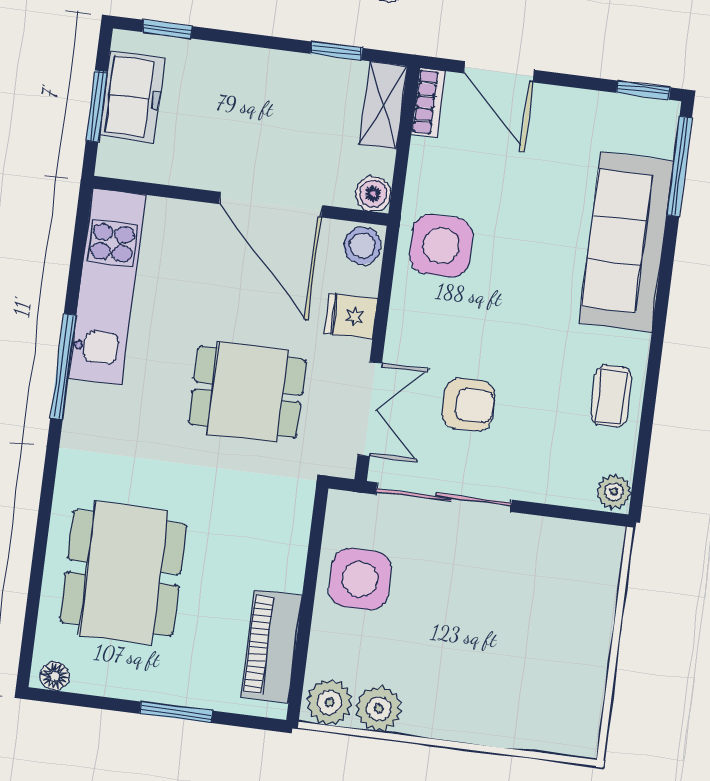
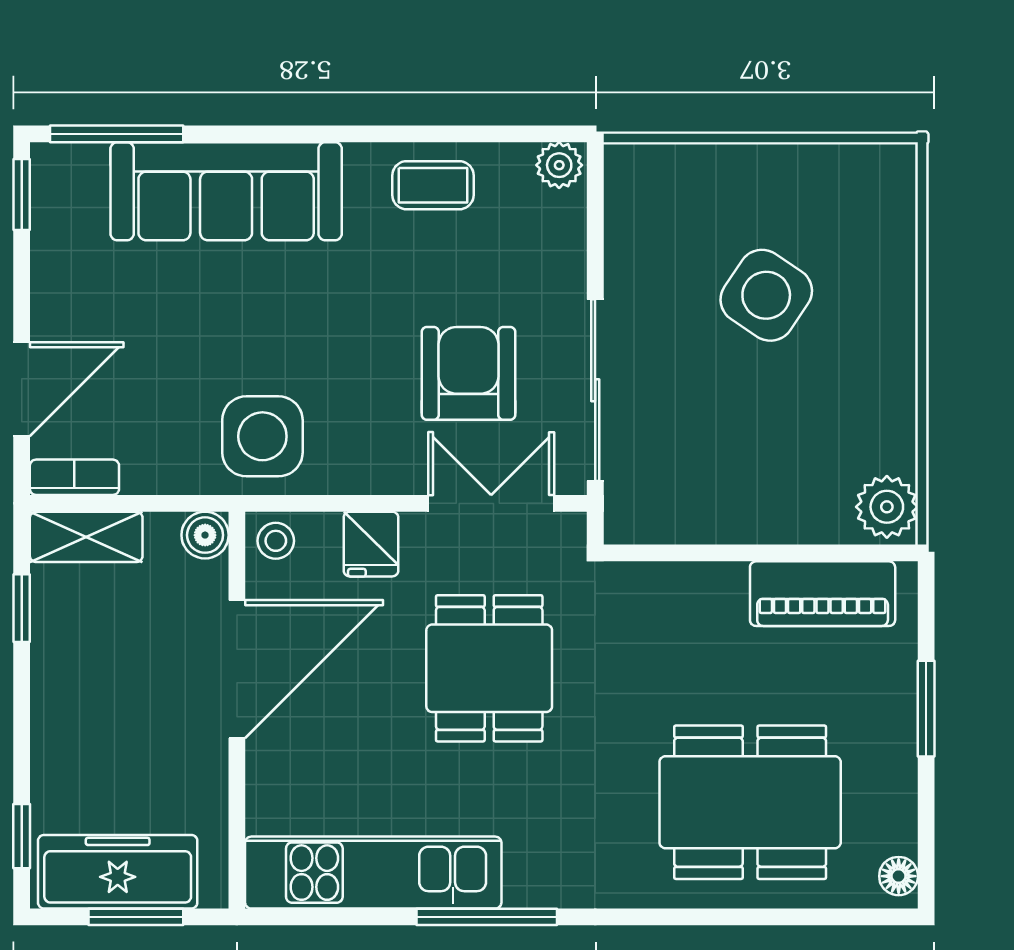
freezer: (132, 97) -> (118, 872), width x1.40
stool: (362, 246) -> (276, 541), width x0.73, depth x0.73
armchair: (468, 405) -> (468, 373), width x1.38, depth x1.38
side table: (360, 579) -> (766, 295), moved, turned 34
plant: (379, 709) -> (887, 440), removed

